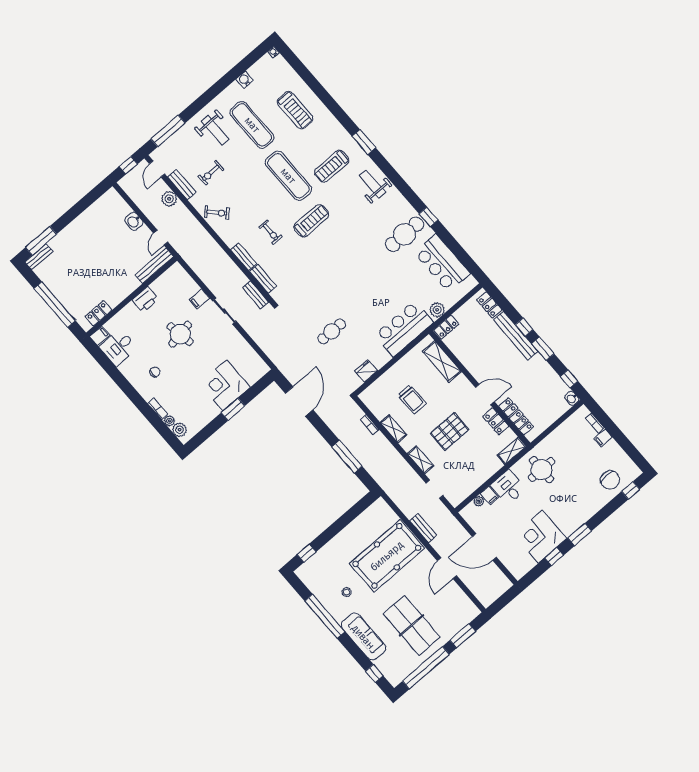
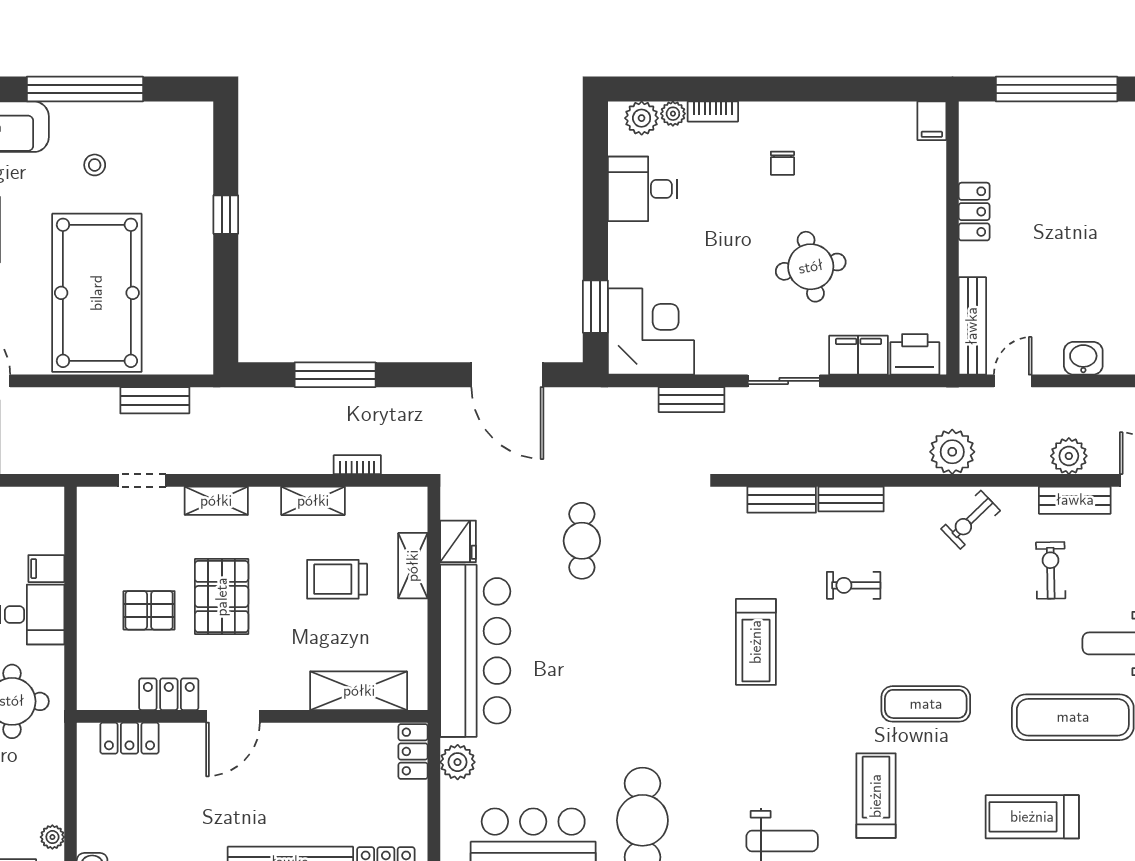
exercise mat: (288, 176) -> (926, 704), width x0.73, depth x0.69
treadmill: (311, 221) -> (756, 642), moved
plant: (200, 237) -> (952, 452), added
door: (161, 238) -> (1013, 381), hinge flipped
bench: (256, 295) -> (691, 400), moved
filing cabinet: (199, 299) -> (858, 355), width x2.00
printer: (145, 300) -> (915, 354), moved, turned 90
locker: (98, 313) -> (974, 212), moved
bar counter: (404, 329) -> (475, 651), width x1.36
desk: (118, 347) -> (643, 189), moved, turned -90
corner desk: (225, 385) -> (651, 332), moved
window: (233, 409) -> (595, 307), moved
locker: (516, 416) -> (129, 738), width x0.66
pallet: (474, 451) -> (149, 610), added
shelving: (512, 451) -> (413, 566), moved
plant: (479, 501) -> (52, 837), moved
bench: (423, 528) -> (155, 400), moved
window: (306, 553) -> (226, 215), moved

